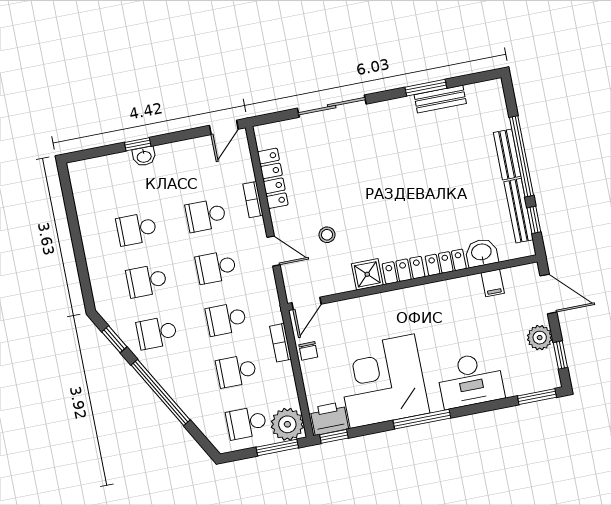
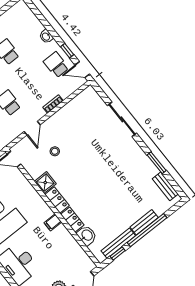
bench: (440, 99) -> (165, 186), moved
window: (138, 144) -> (67, 51), moved
locker: (273, 178) -> (69, 108), removed
school desk: (206, 215) -> (56, 65), moved
filing cabinet: (493, 283) -> (53, 222), moved

